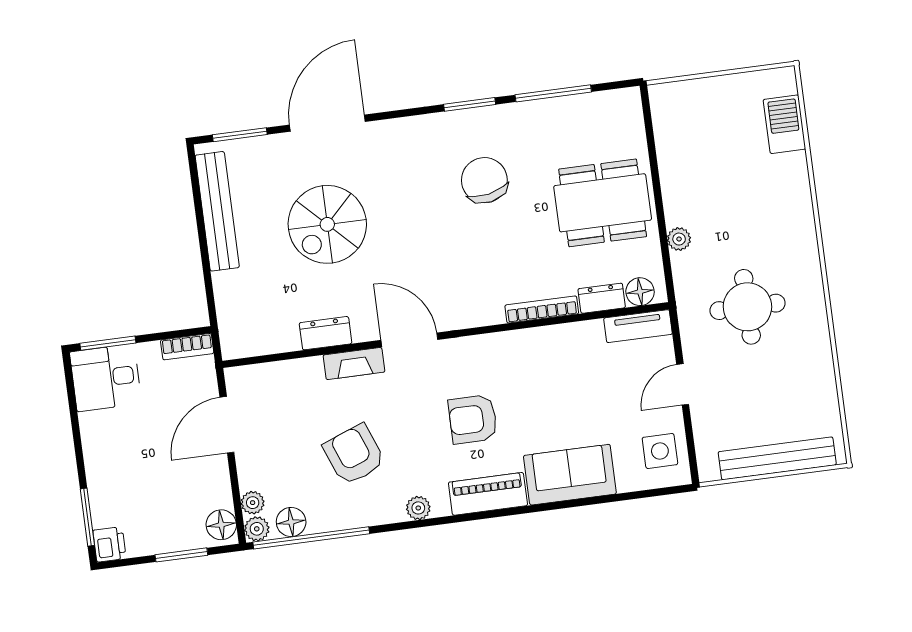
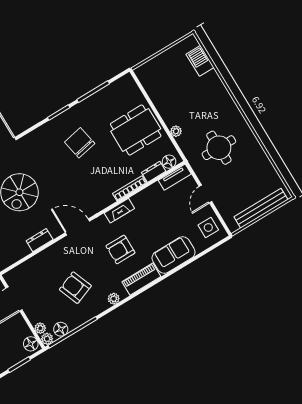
fireplace: (354, 364) -> (119, 211), moved

